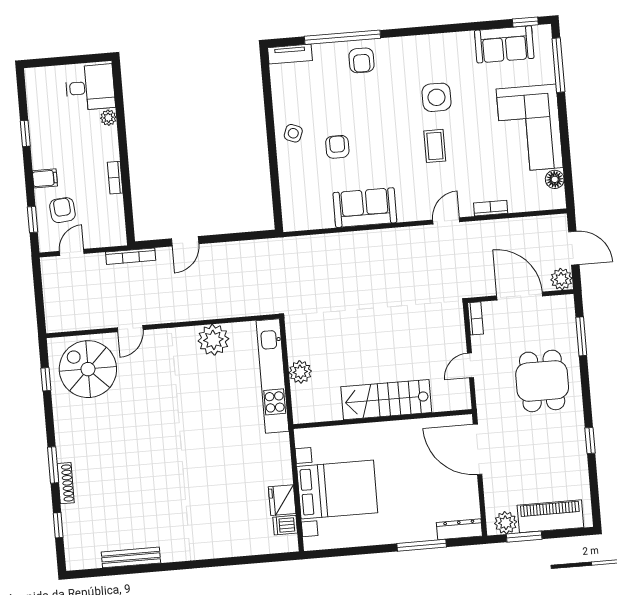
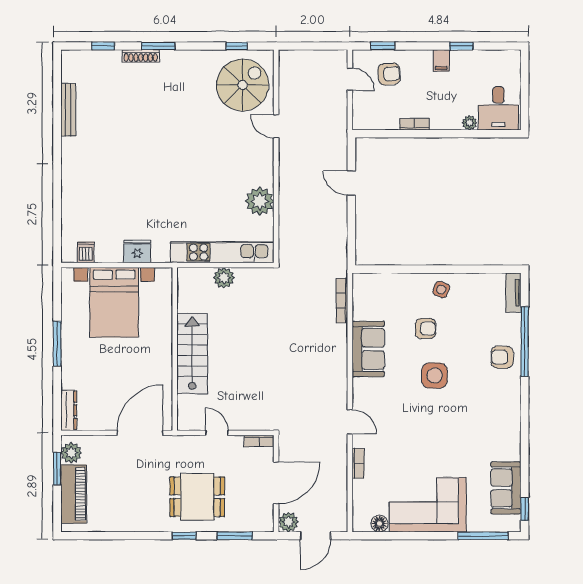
side table: (437, 97) -> (435, 375), moved
coffee table: (435, 146) -> (419, 417), removed
filing cabinet: (45, 178) -> (441, 60), moved
bookcase: (131, 256) -> (342, 300), moved
window: (590, 440) -> (184, 536), moved
fridge: (282, 500) -> (137, 251), moved
window: (422, 545) -> (57, 344), moved

